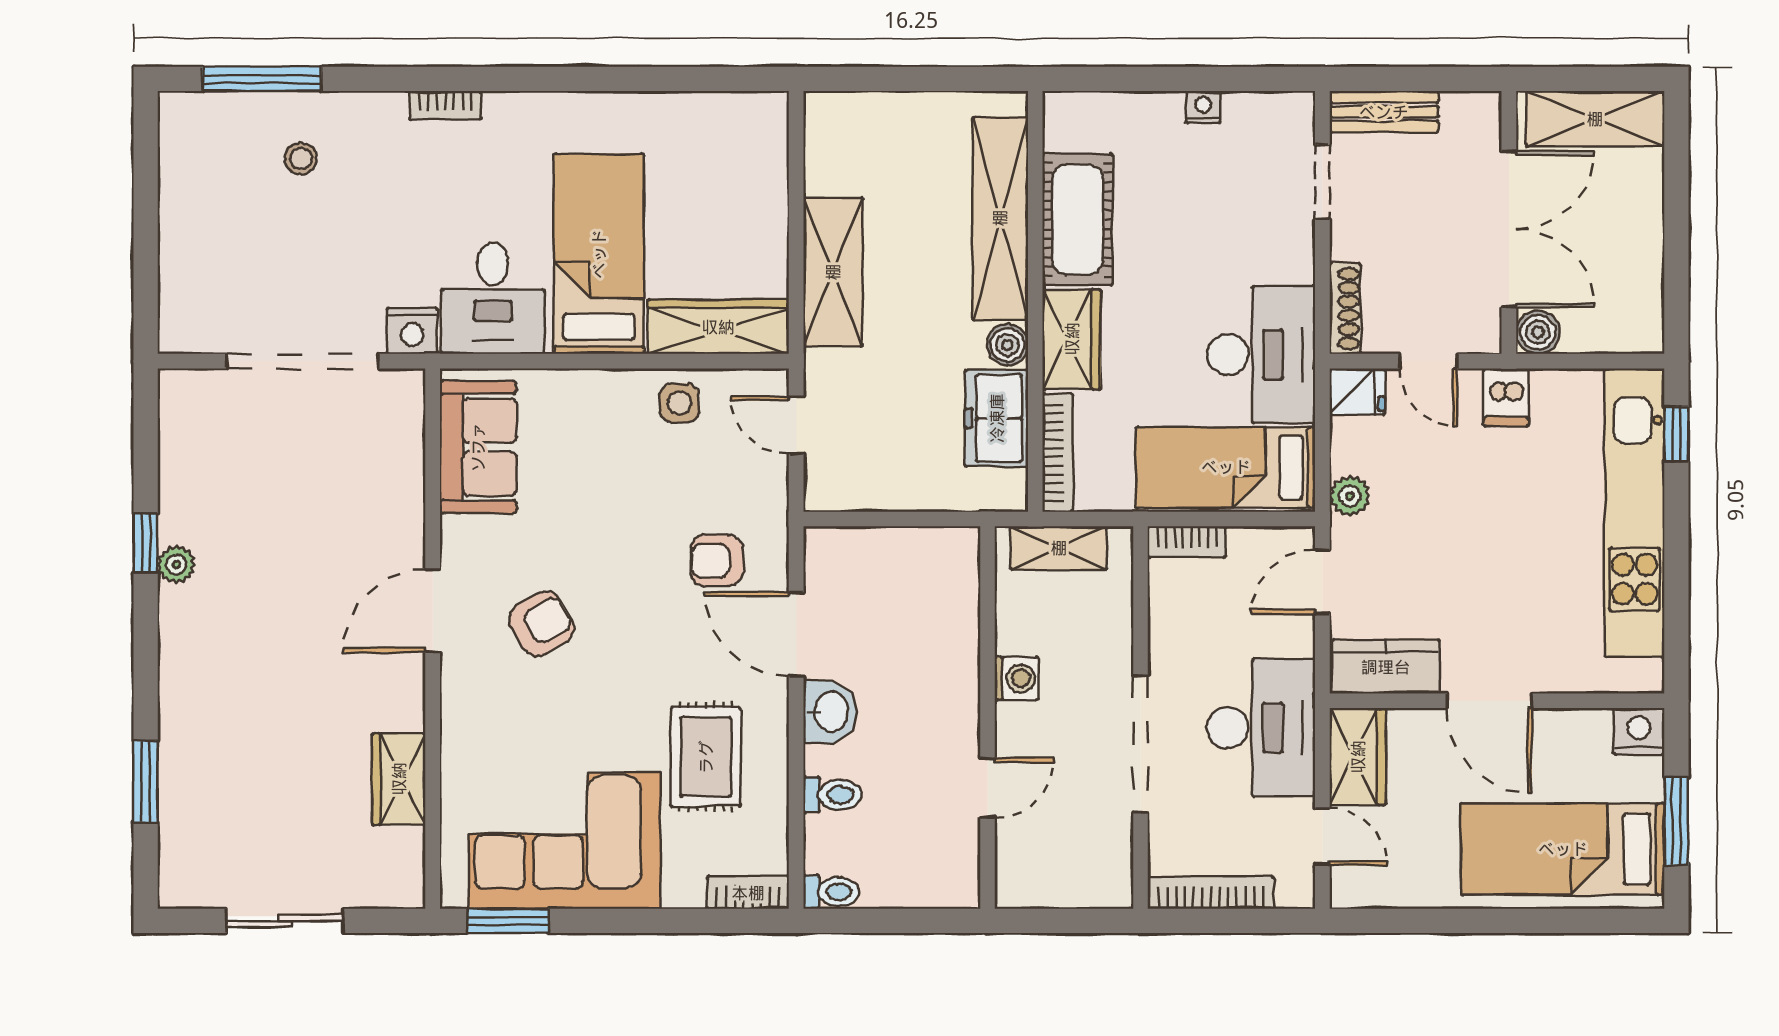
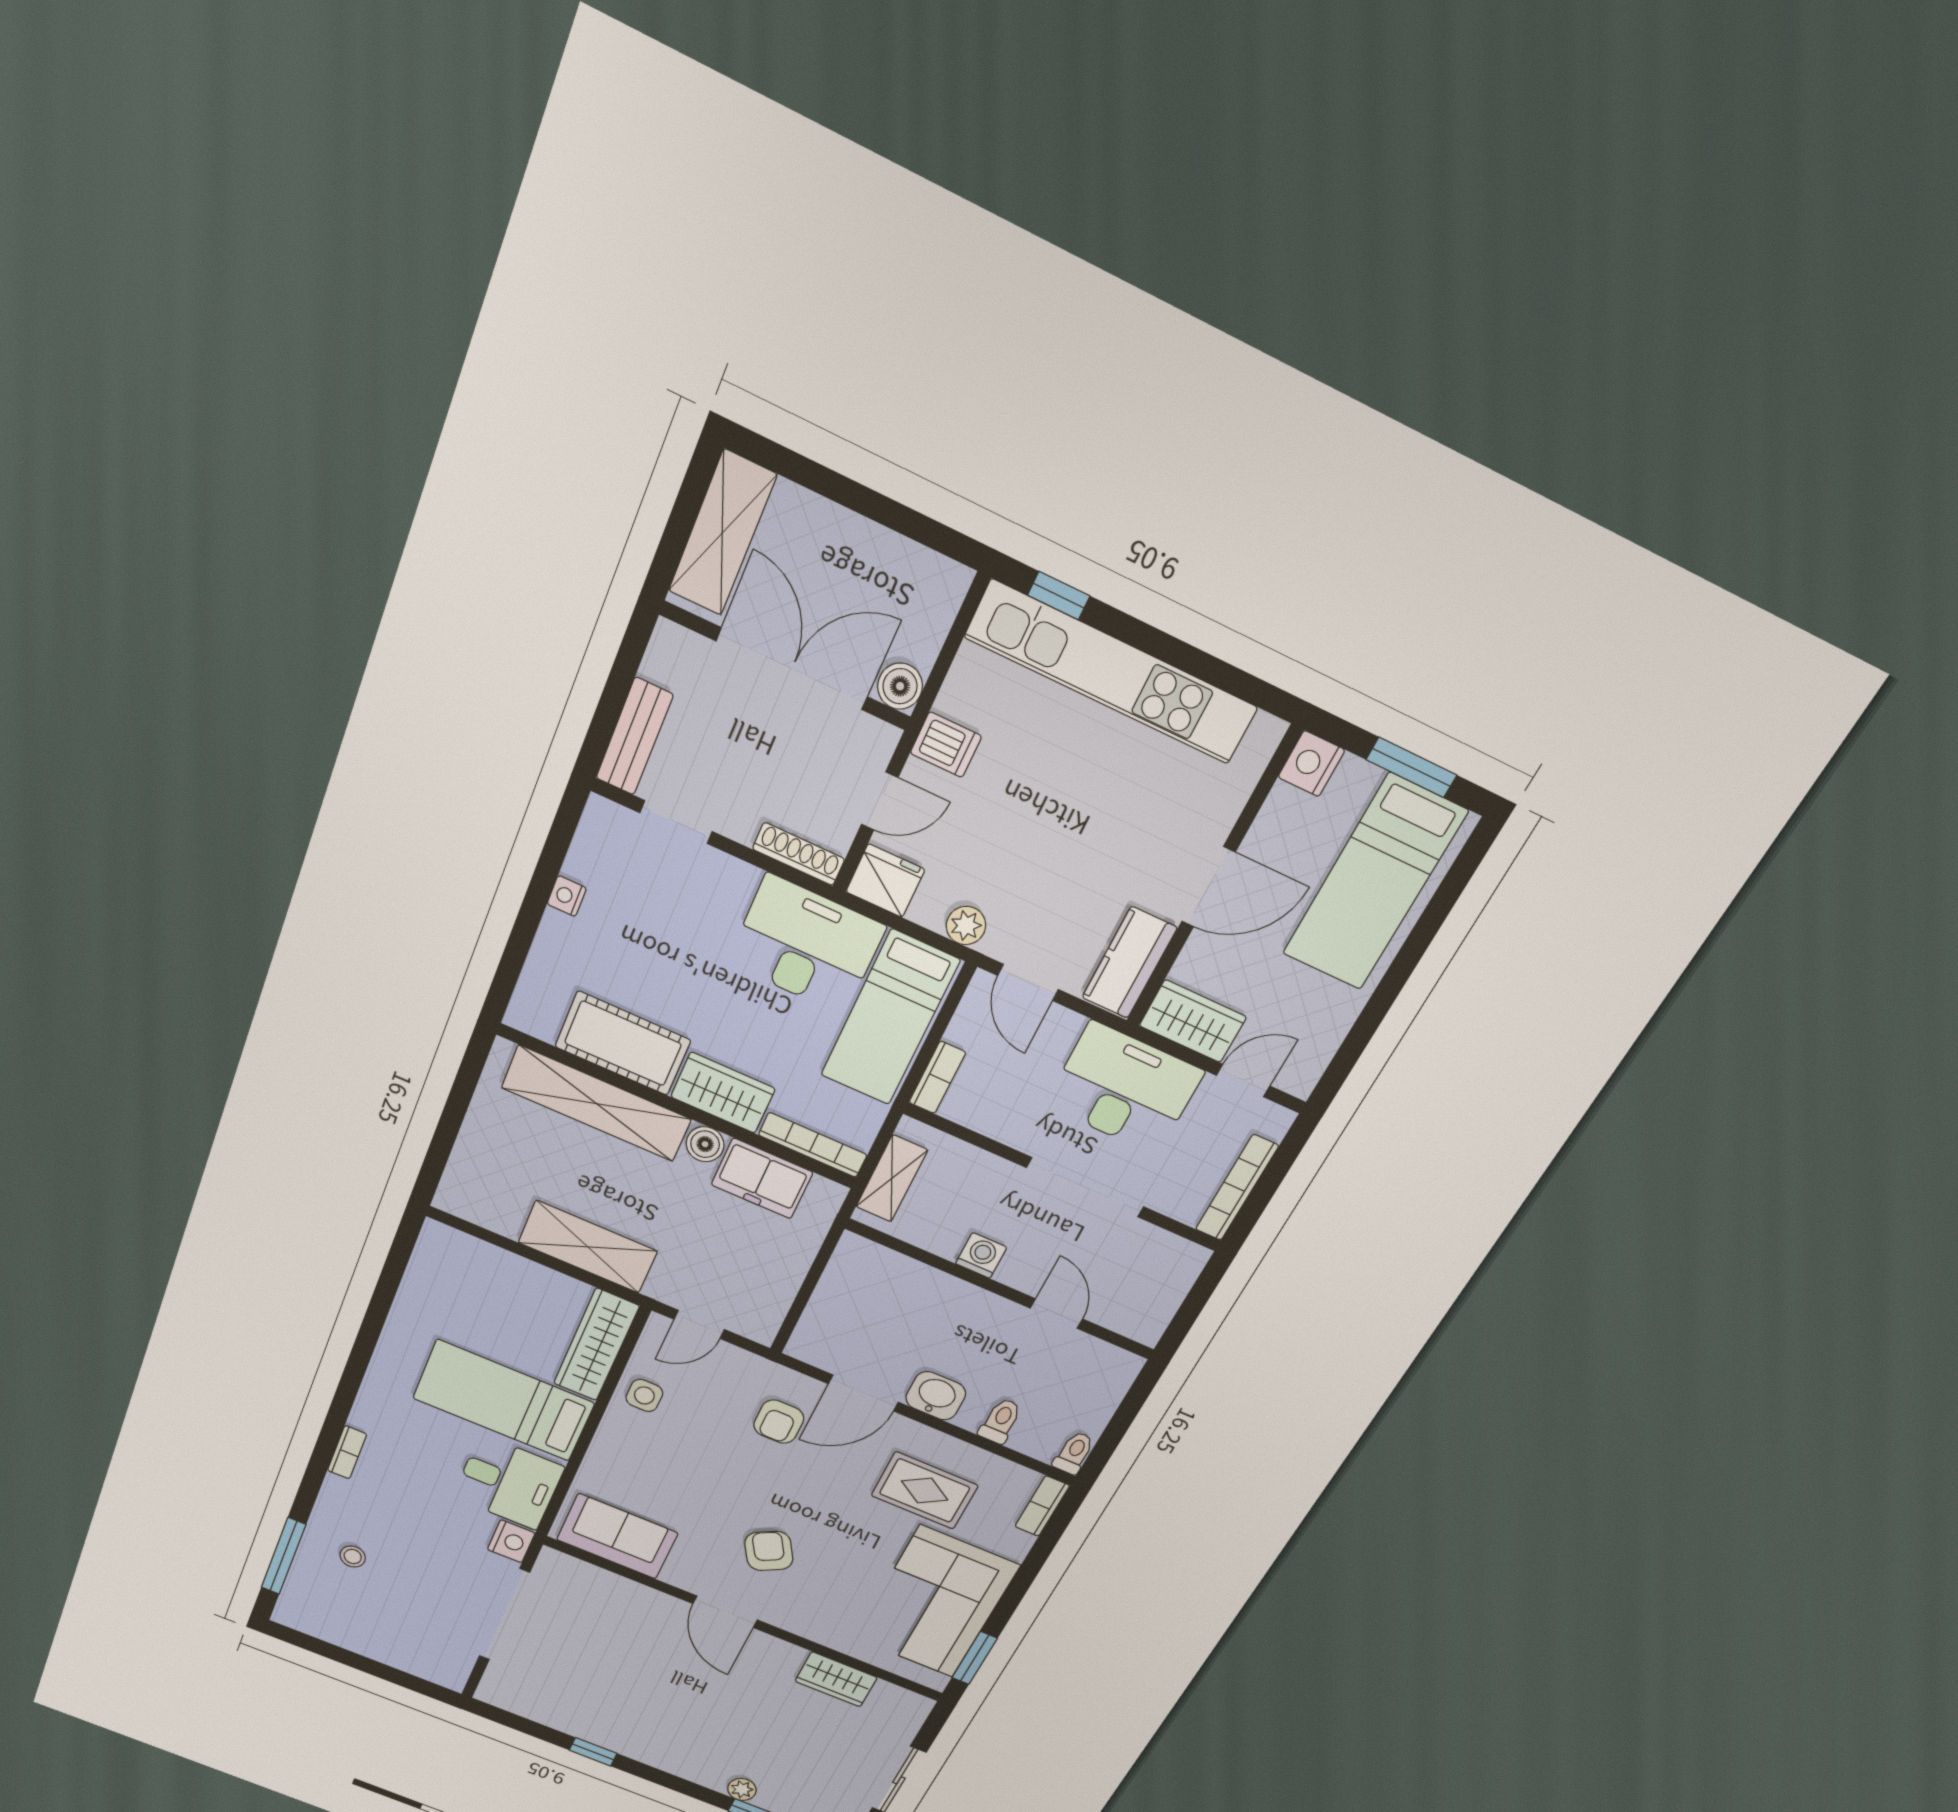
fridge: (1357, 392) -> (885, 881), width x1.38
plant: (176, 565) -> (742, 1789), moved

